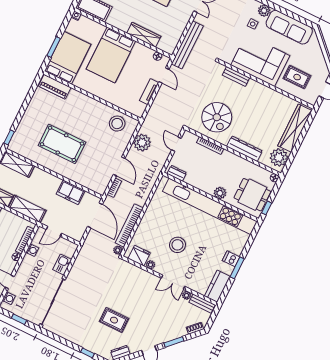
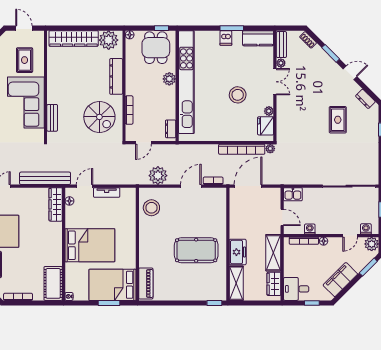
wardrobe: (144, 35) -> (56, 204), moved
spiral stairs: (217, 117) -> (99, 117), turned 90
pool table: (62, 144) -> (196, 250), turned 90
freezer: (71, 192) -> (238, 252), moved
kitchen sink: (62, 265) -> (293, 194), moved

